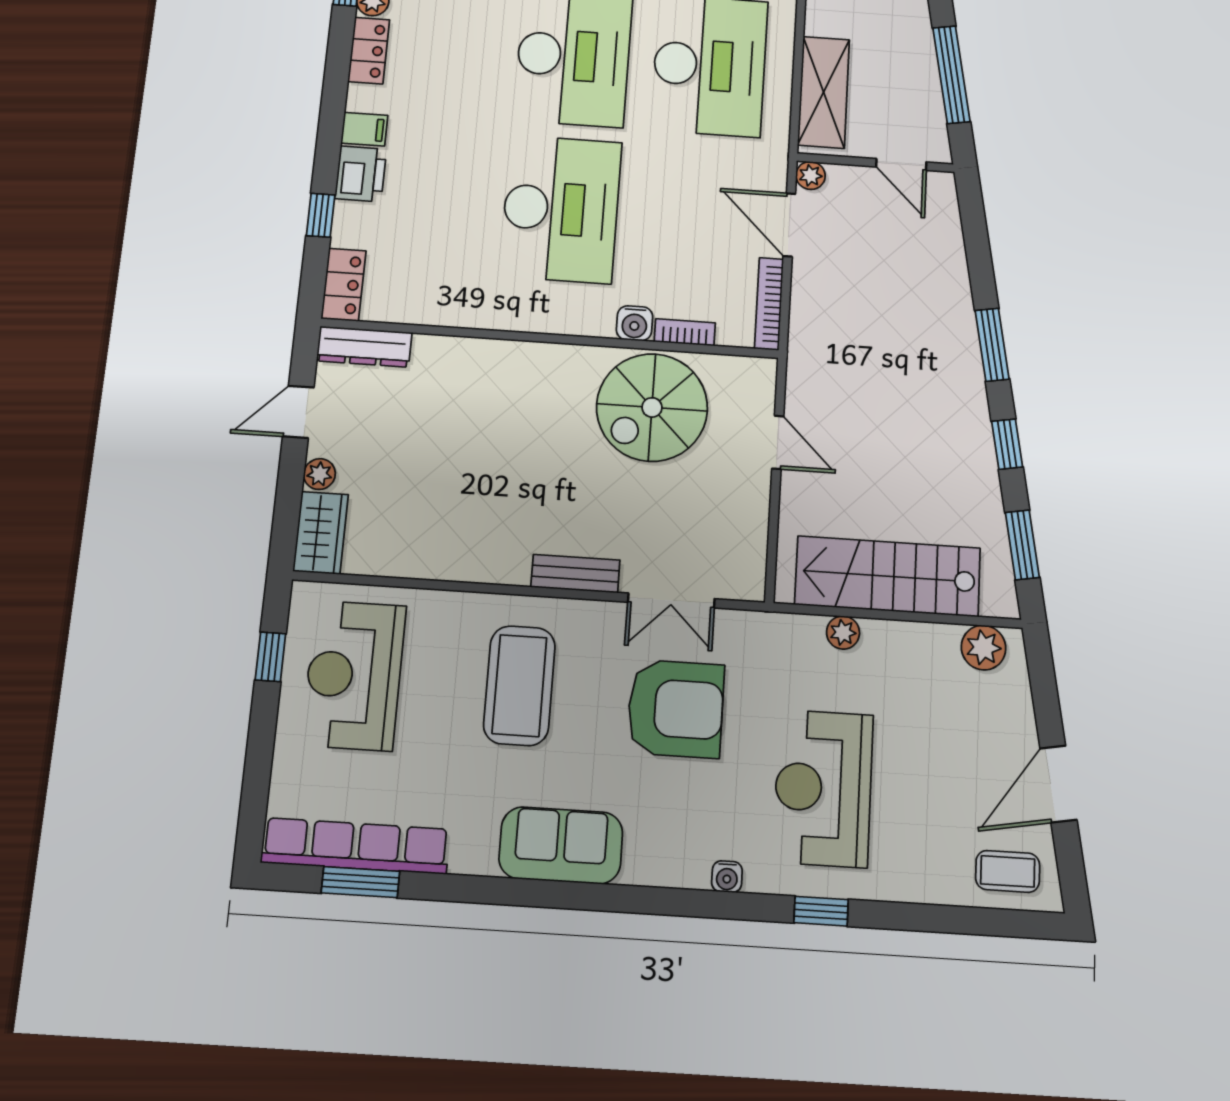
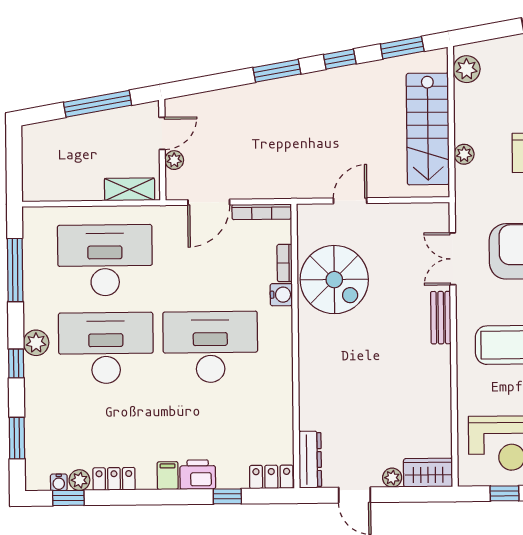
shelving: (824, 92) -> (130, 189), width x0.67, depth x0.75
plant: (811, 175) -> (174, 160), moved
double door: (671, 601) -> (453, 259), swing flipped

